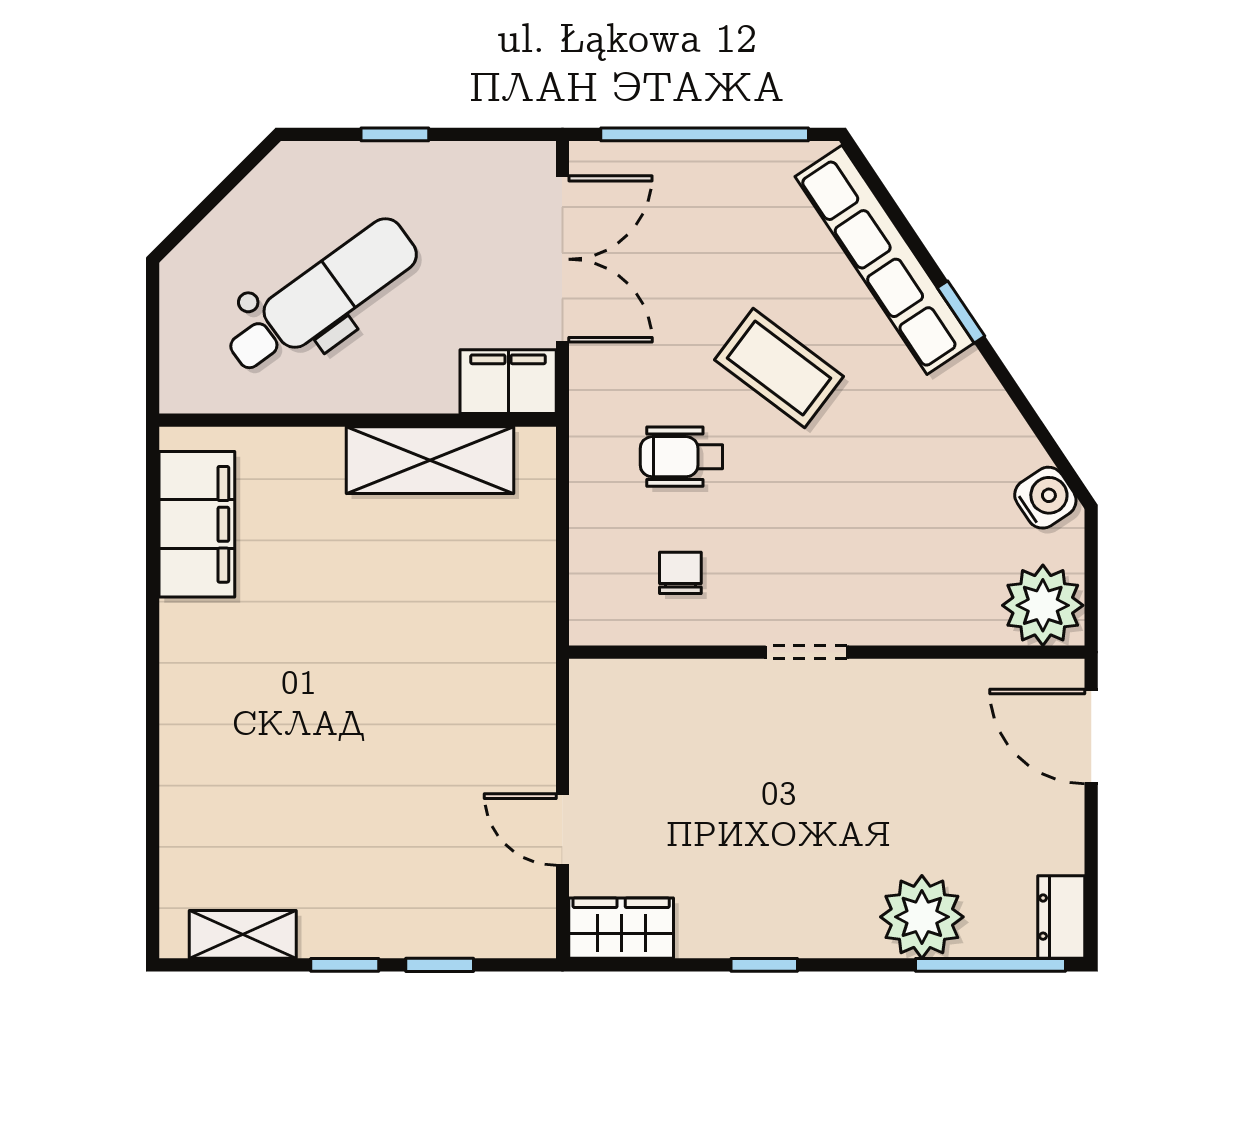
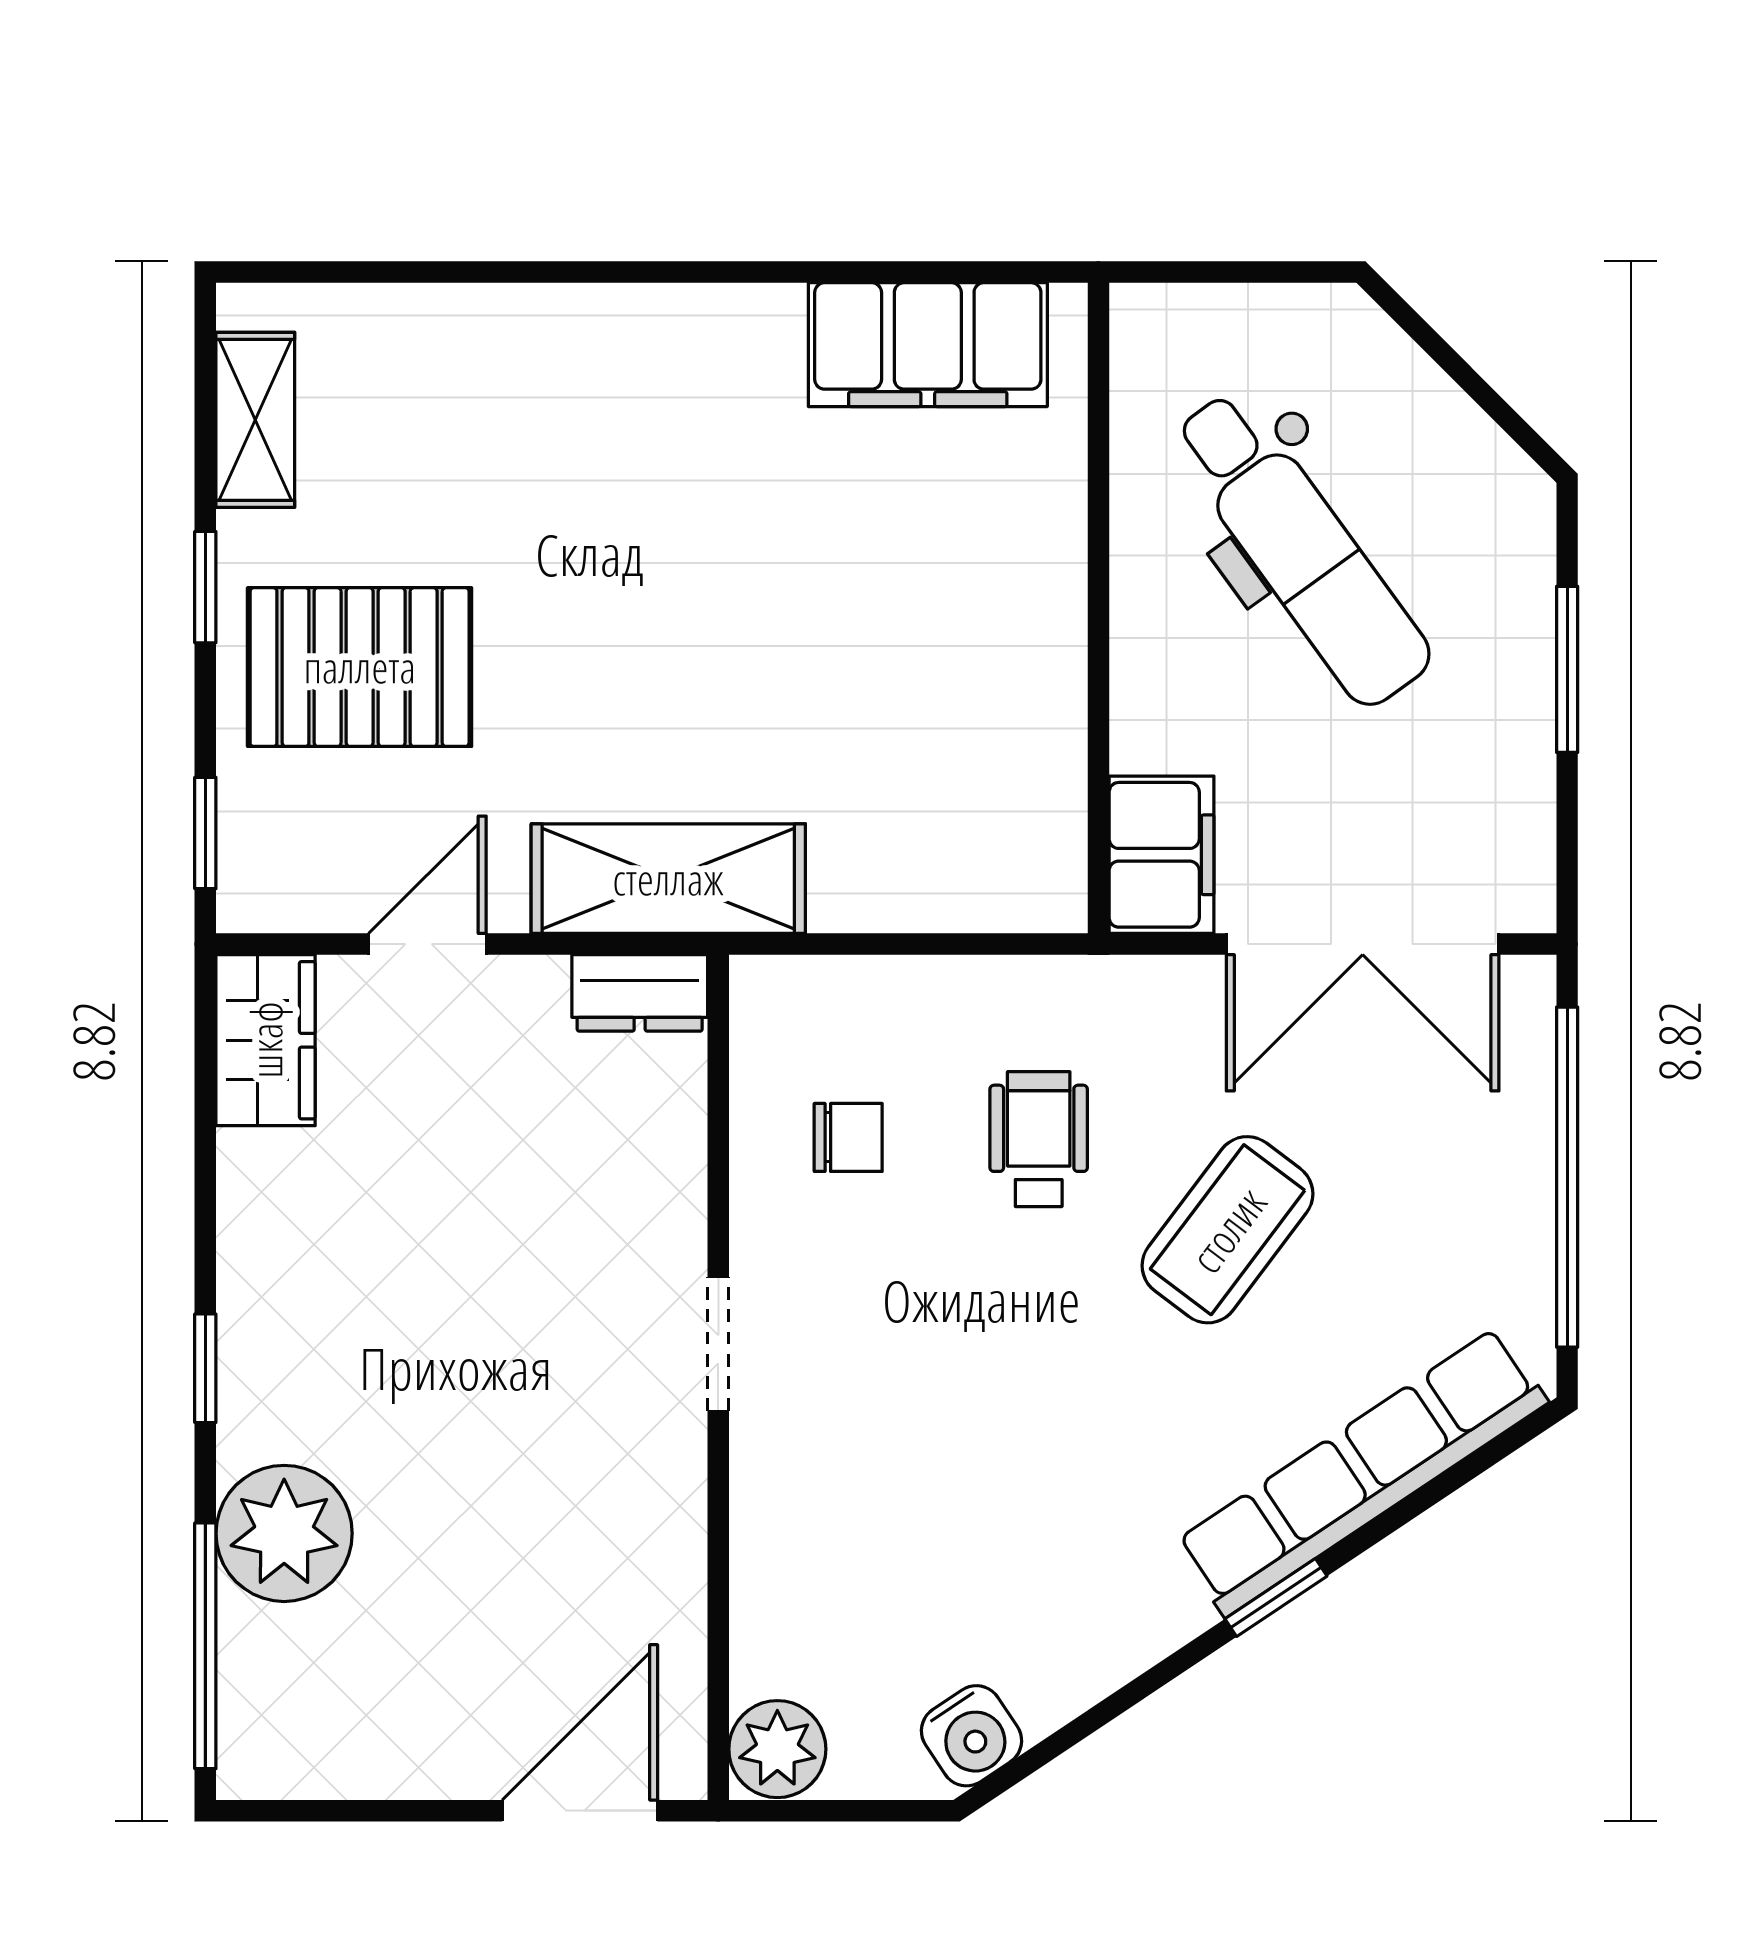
window: (395, 134) -> (1567, 669), width x1.50
coffee table: (779, 368) -> (1228, 1230), moved
shelving: (430, 460) -> (668, 879), moved, turned 90
plant: (1043, 605) -> (777, 1749), width x0.73, depth x0.73
pallet: (394, 871) -> (360, 667), added
dresser: (1061, 917) -> (640, 993), moved, turned 180
window: (440, 965) -> (205, 833), moved
window: (764, 965) -> (205, 1368), moved

